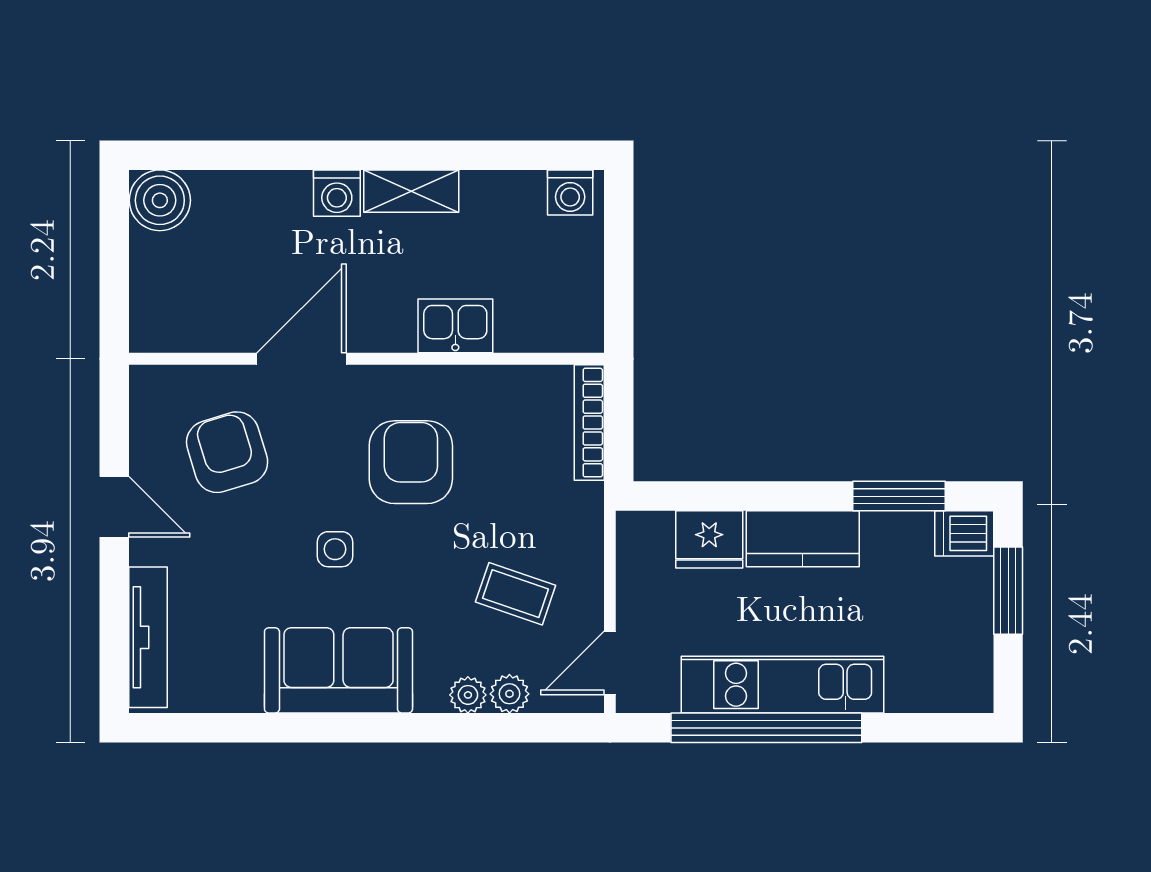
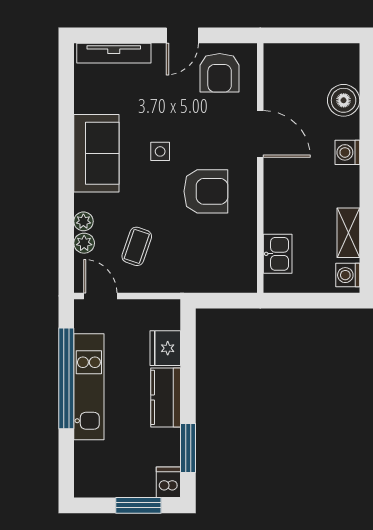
shelving: (411, 191) -> (348, 233), moved
boiler: (160, 200) -> (344, 100), moved
kitchen sink: (455, 326) -> (278, 254), moved
bookcase: (589, 423) -> (227, 285), removed
armchair: (227, 452) -> (220, 73), moved, turned 107

